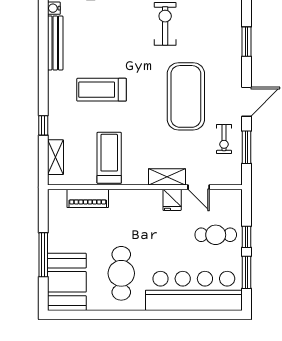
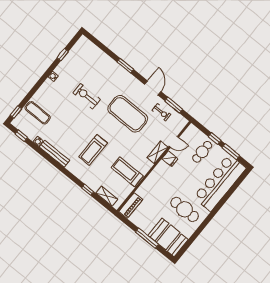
piano: (88, 198) -> (131, 205), moved

